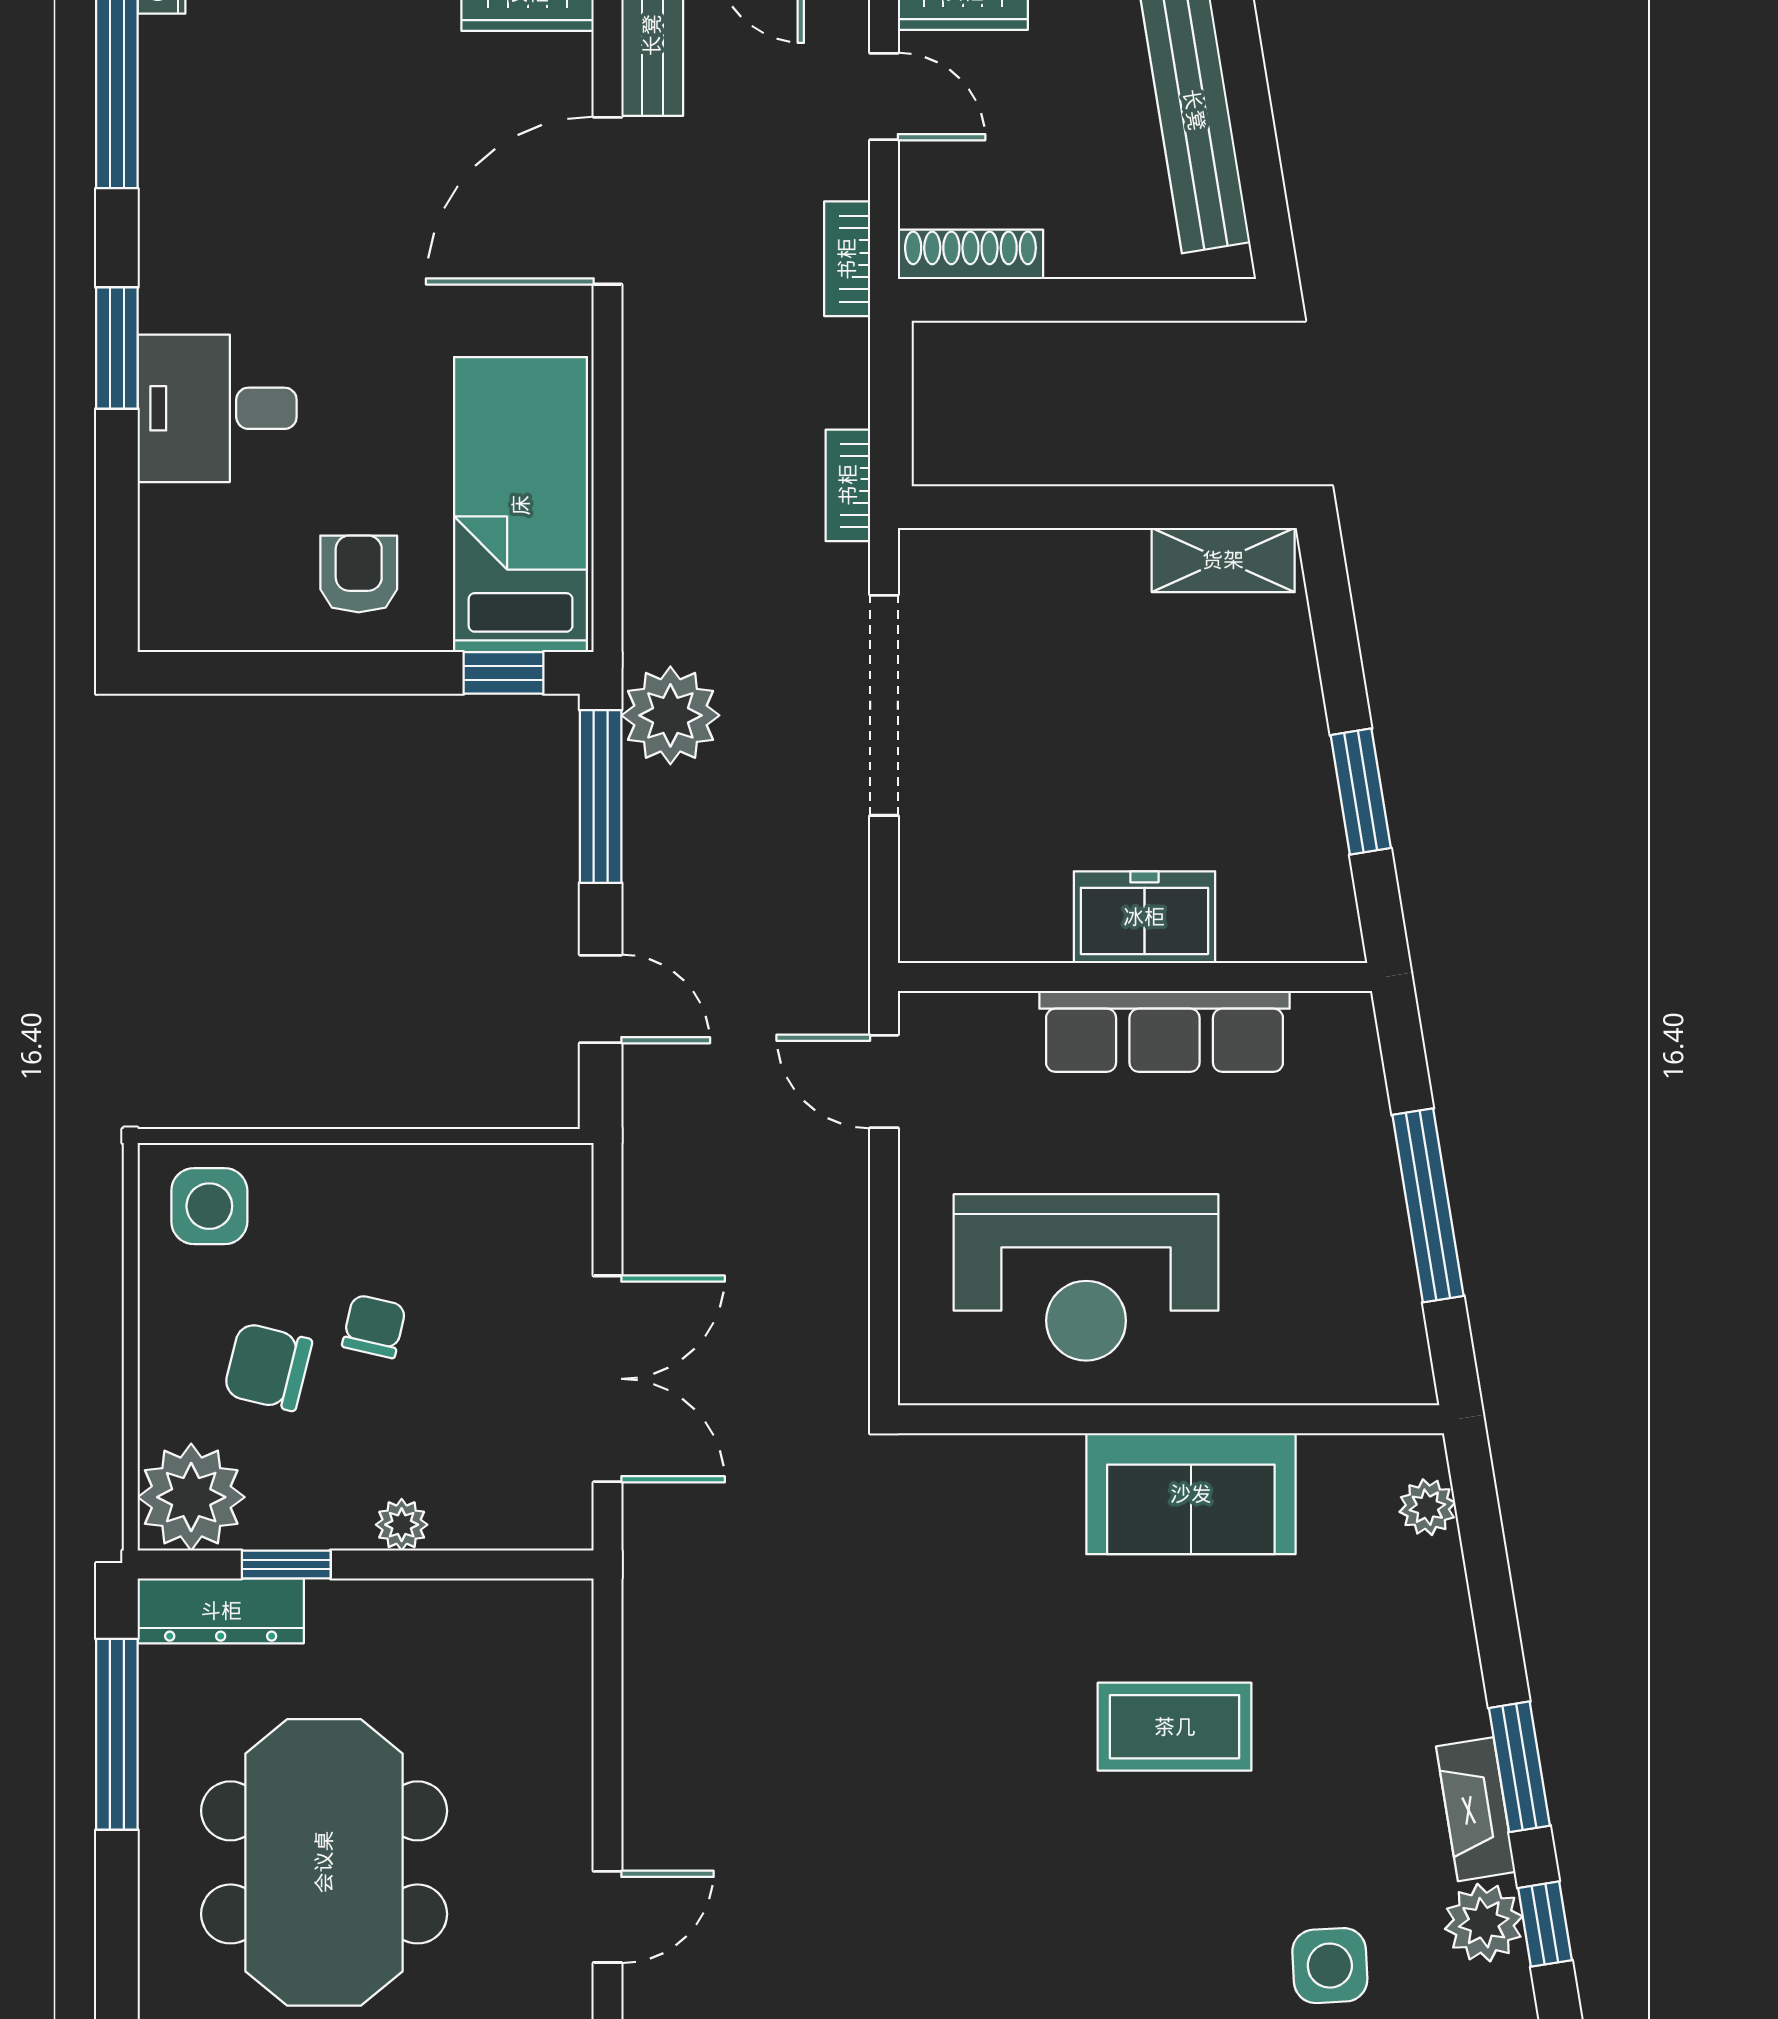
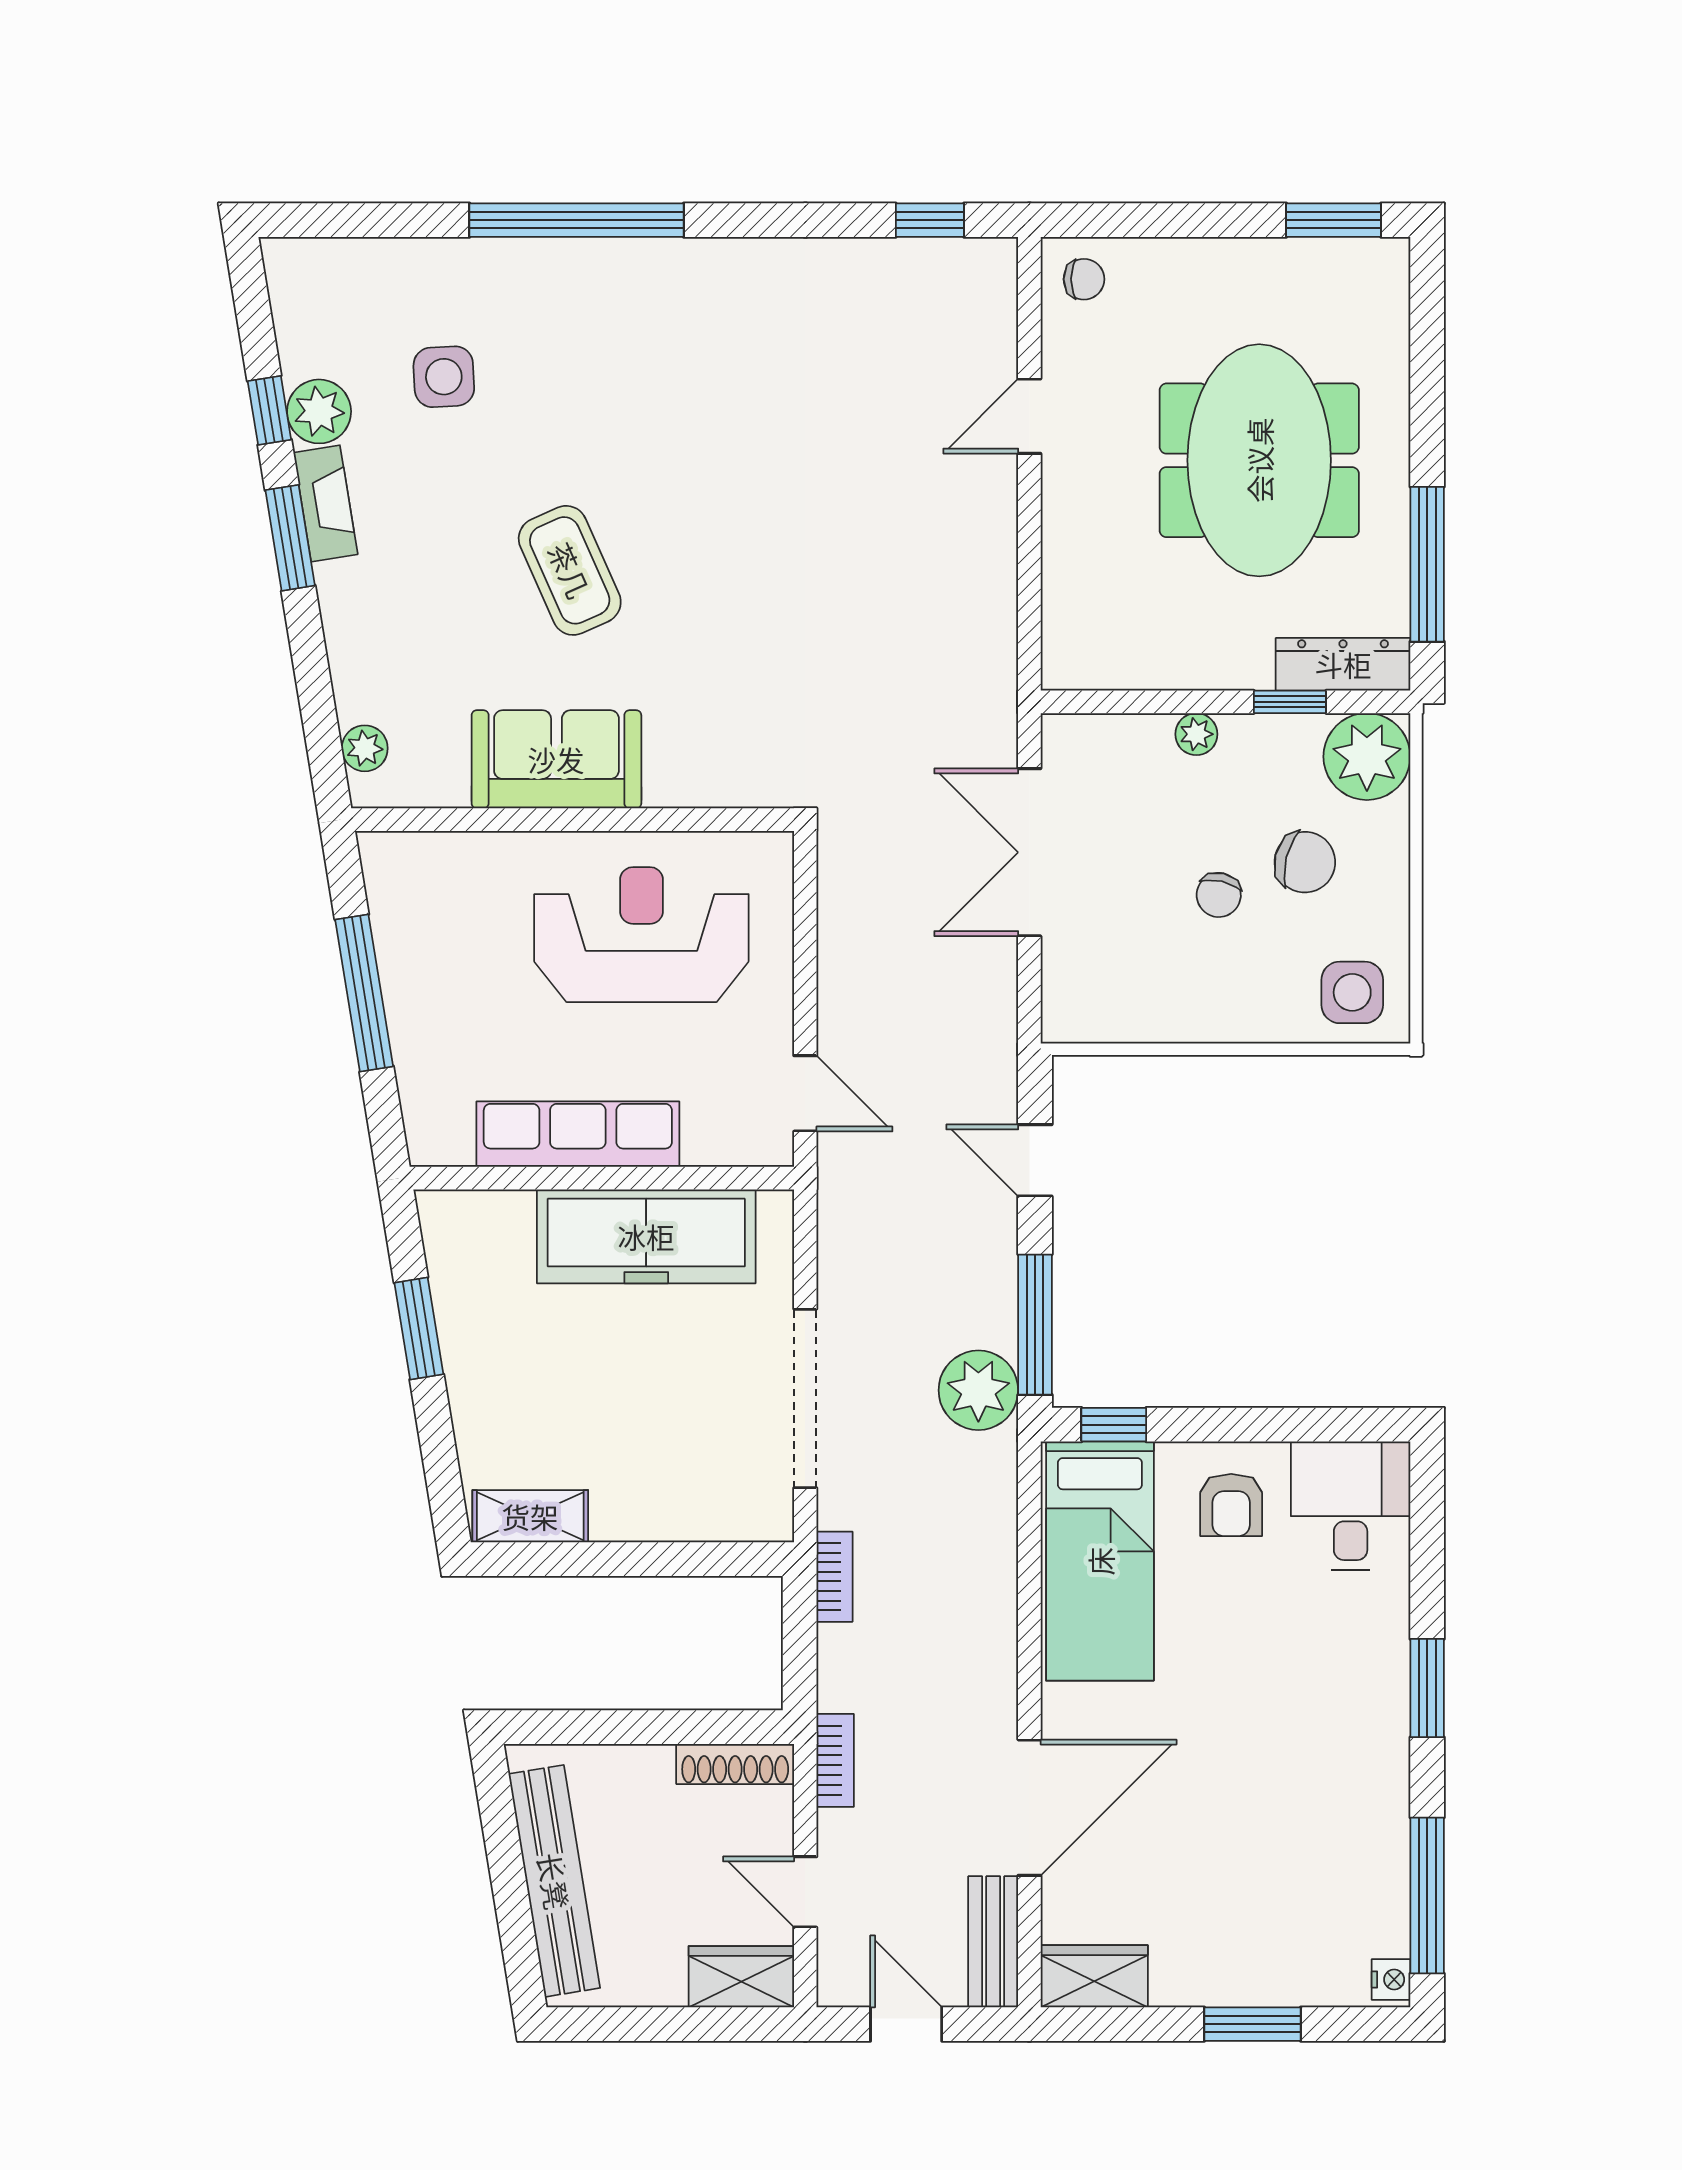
desk: (217, 408) -> (1351, 1506), moved, turned -90
freezer: (1144, 917) -> (646, 1236), width x1.91, depth x1.26
coffee table: (1175, 1727) -> (570, 570), turned 66

